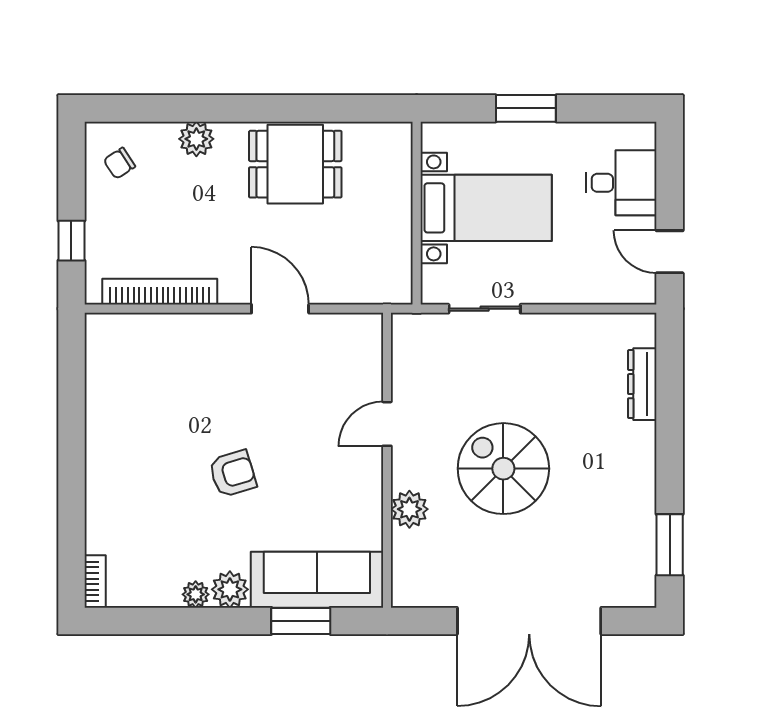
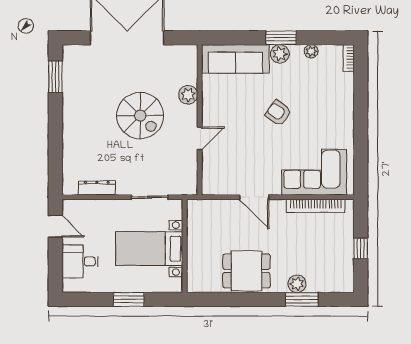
window: (187, 108) -> (302, 299), added
chair: (119, 163) -> (336, 271), removed
window: (71, 241) -> (361, 248), moved
corner sofa: (163, 358) -> (314, 172), added
dresser: (642, 384) -> (97, 188), moved, turned -90
armchair: (233, 474) -> (278, 113), turned 52
plant: (196, 594) -> (311, 51), moved
window: (301, 621) -> (281, 38), moved

